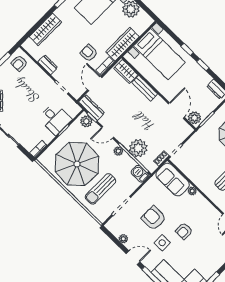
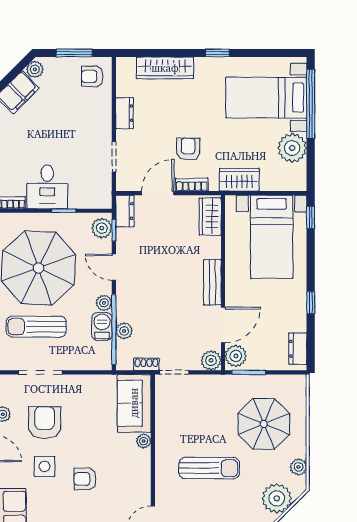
wardrobe: (122, 44) -> (239, 180), width x0.67
window: (187, 49) -> (311, 217), moved
bench: (145, 88) -> (212, 282), moved
dresser: (92, 108) -> (125, 211), width x0.70
desk: (55, 119) -> (47, 187), moved
plant: (186, 130) -> (211, 360), added
plant: (138, 148) -> (124, 331), width x0.53, depth x0.53
barbecue: (140, 174) -> (102, 326), moved
armchair: (154, 218) -> (45, 423), moved

